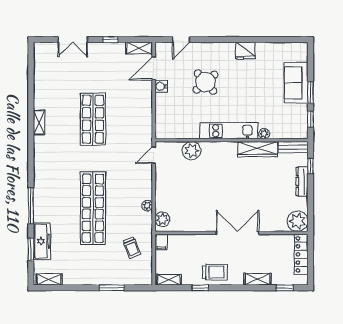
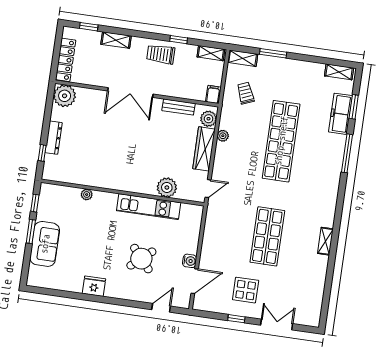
shelving: (139, 48) -> (243, 58), moved
display table: (106, 67) -> (246, 290), added
kitchen unit: (229, 131) -> (149, 207), moved
bench: (293, 147) -> (178, 107), moved
wardrobe: (258, 149) -> (204, 149), moved, turned -90

